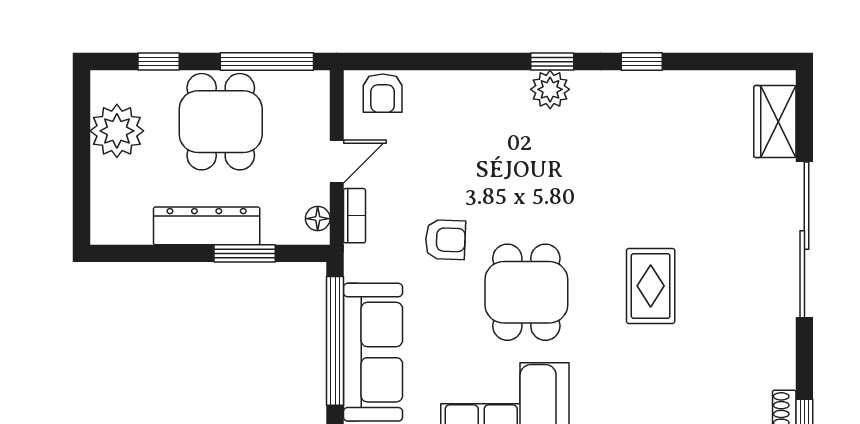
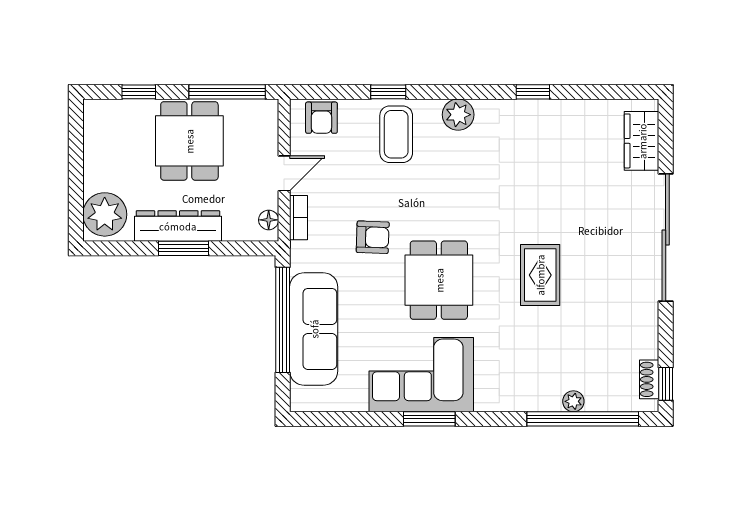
window: (552, 62) -> (388, 92), moved
coffee table: (474, 113) -> (396, 134), added
plant: (117, 131) -> (105, 214), moved
window: (245, 253) -> (183, 248), moved

